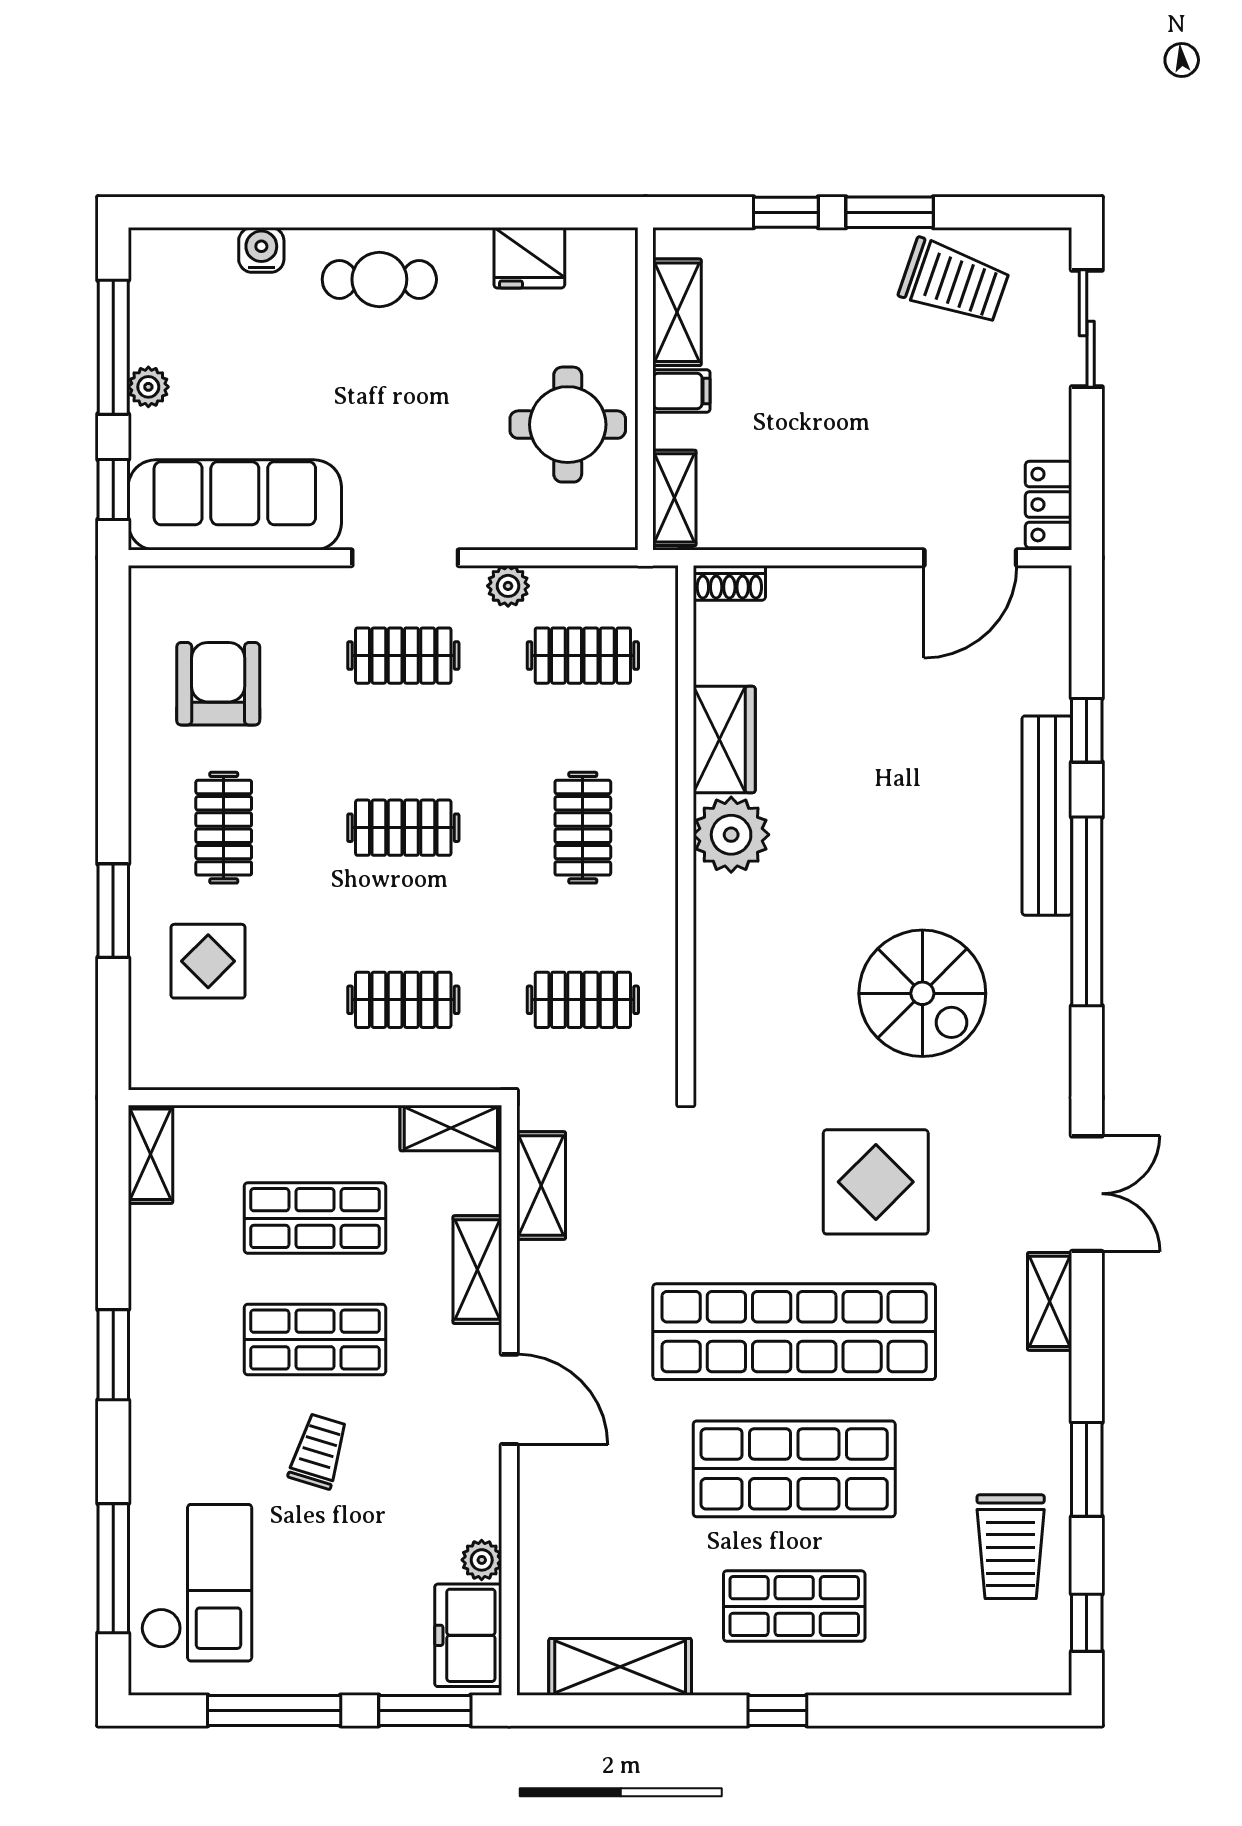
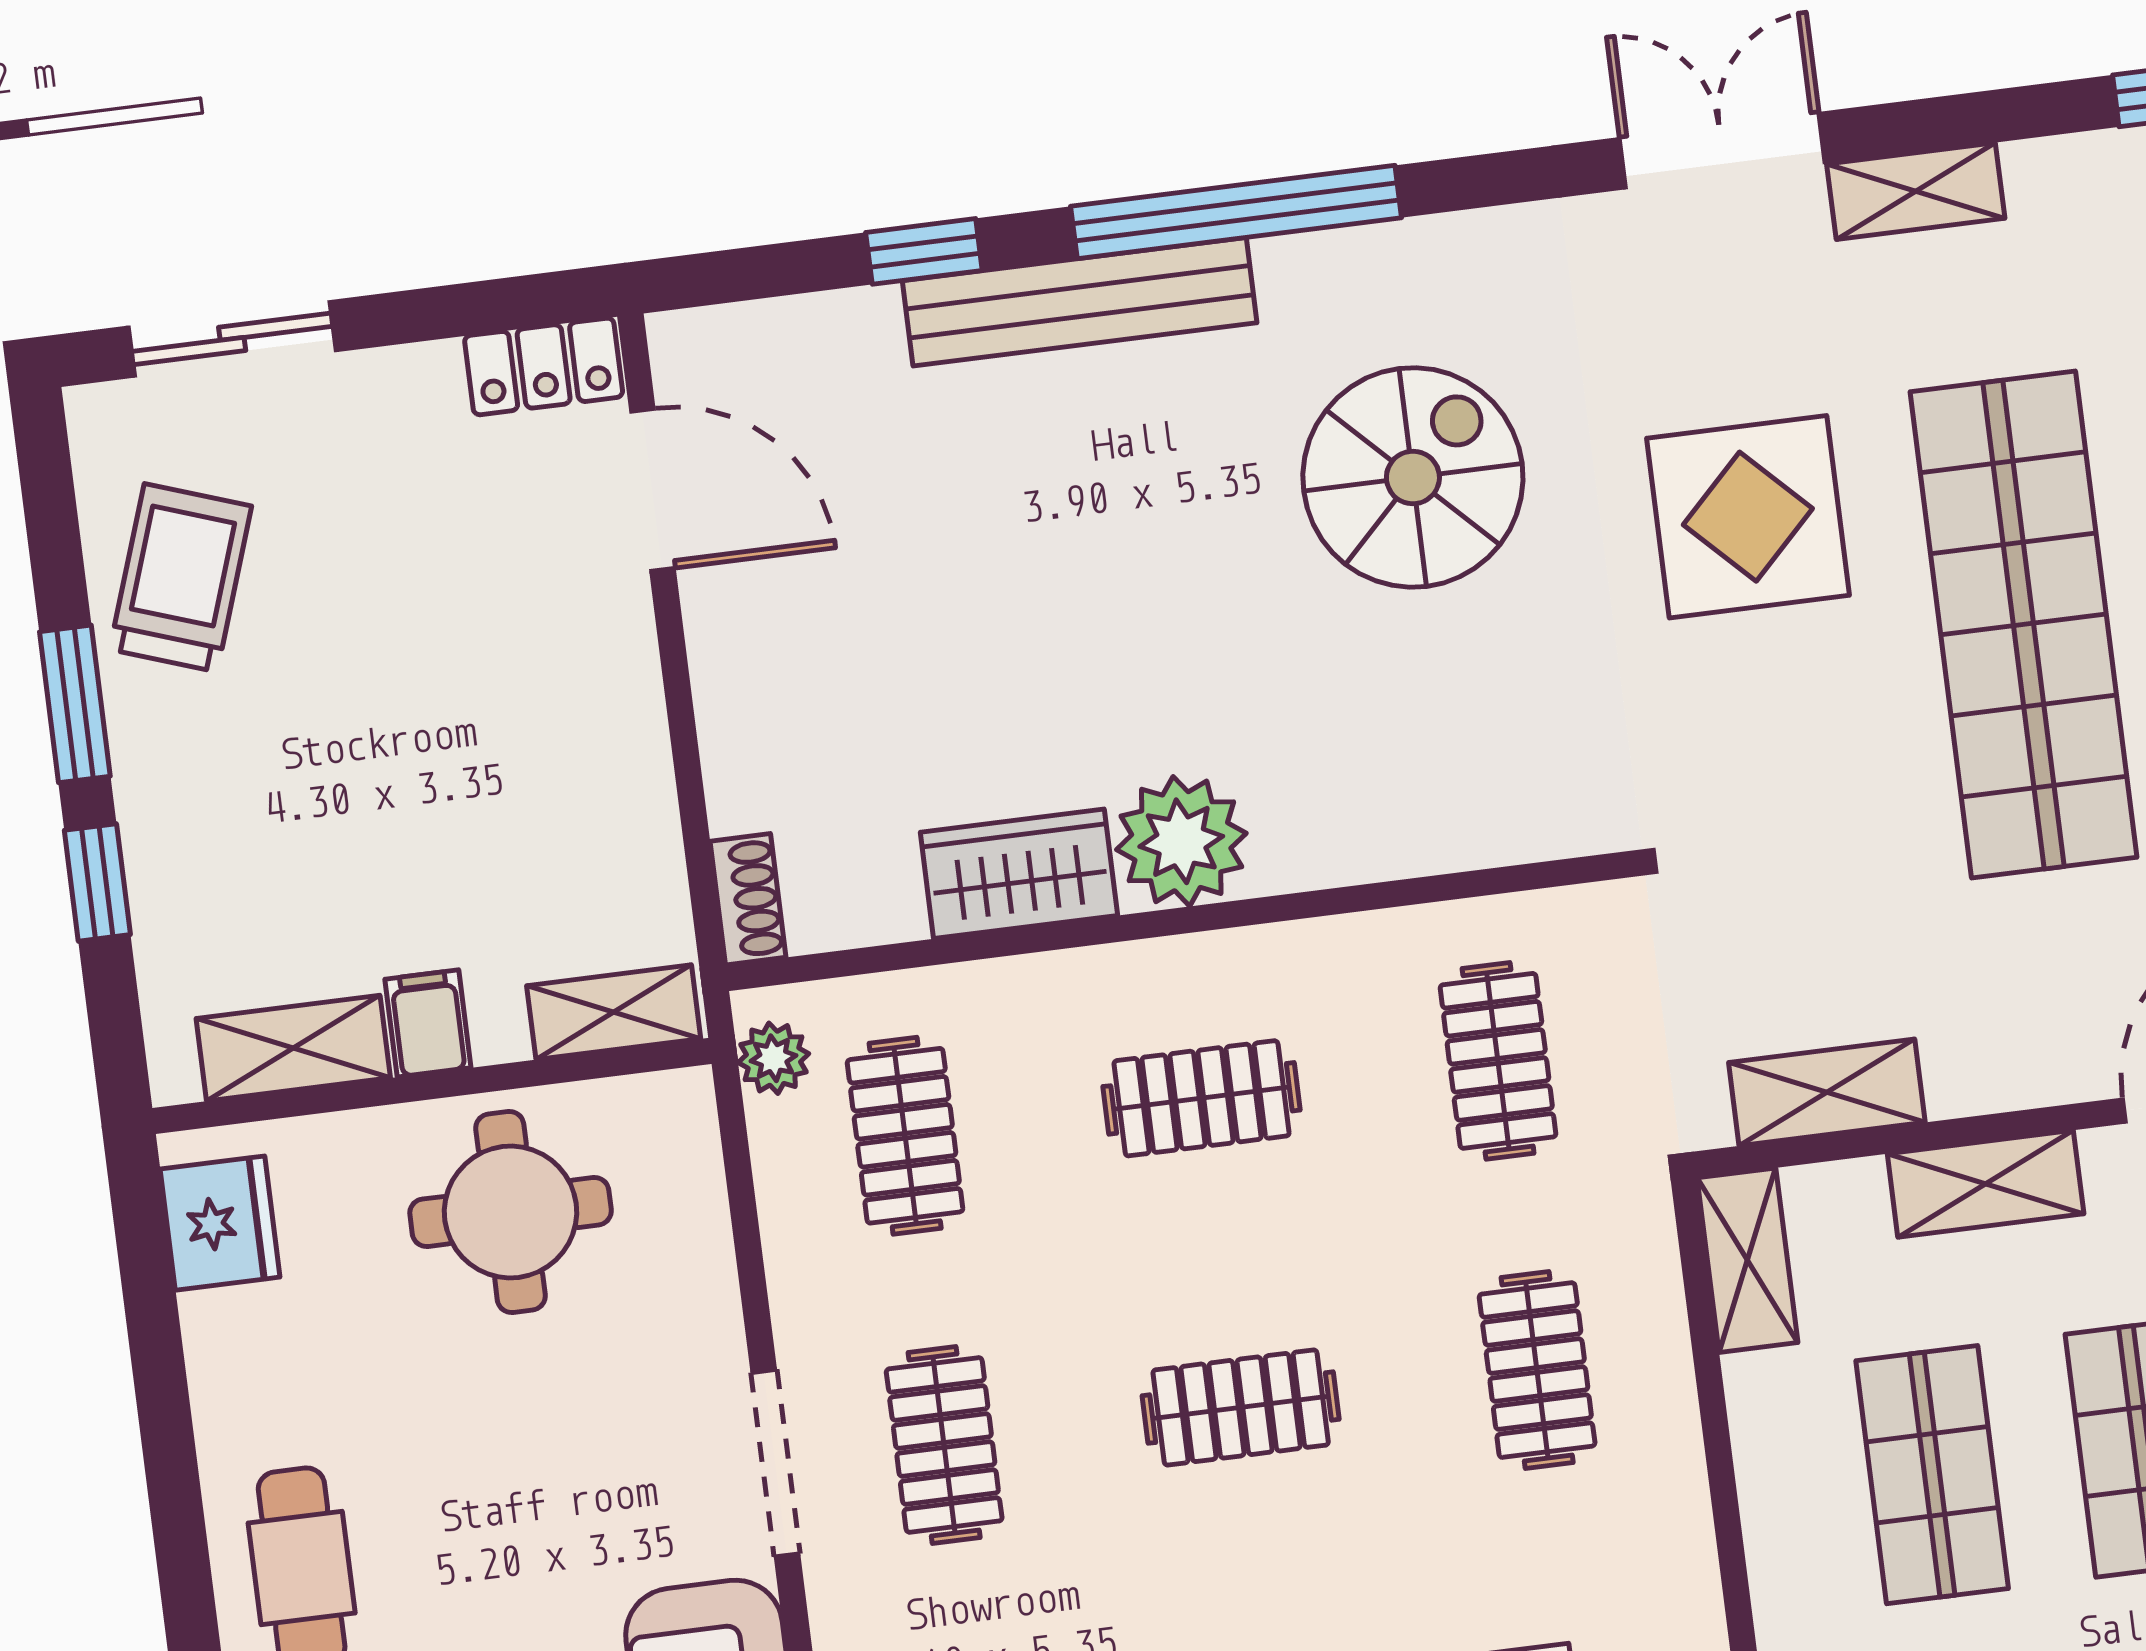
fridge: (529, 258) -> (220, 1223), moved
plant: (508, 586) -> (773, 1058), moved
clothes rail: (403, 828) -> (1241, 1408), turned 90

